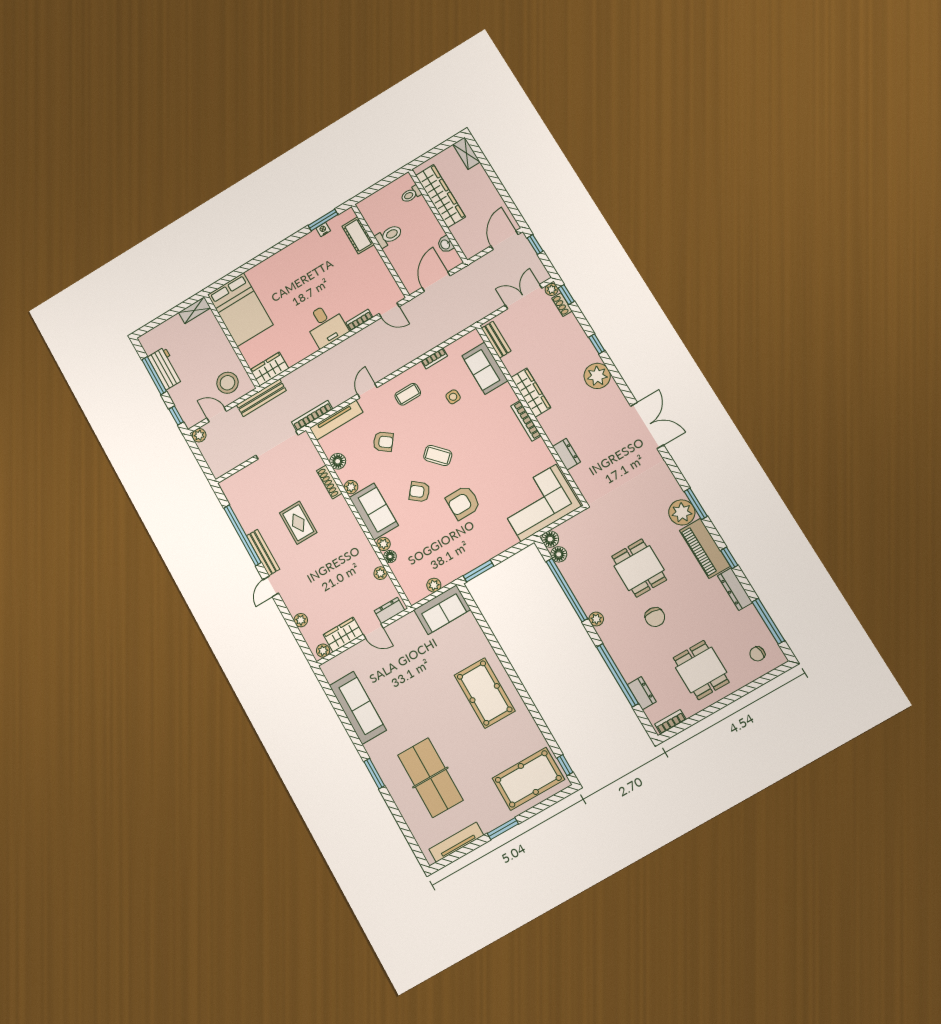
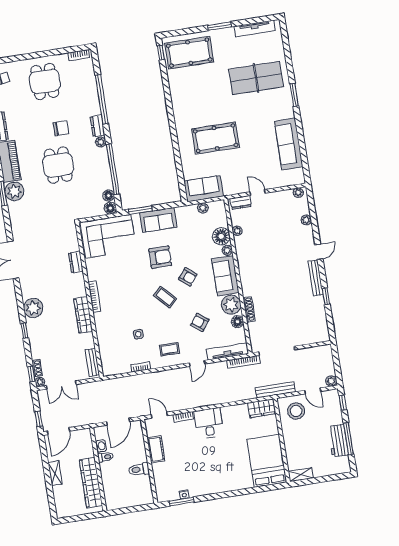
shelving: (466, 153) -> (55, 473), moved
toilet: (411, 194) -> (105, 457), moved
cot: (358, 235) -> (156, 449), moved
sofa: (485, 368) -> (158, 220), moved, turned 90
plant: (351, 487) -> (231, 305), width x1.87, depth x1.87
rug: (298, 523) -> (282, 289), removed
window: (242, 535) -> (326, 296), width x0.32
floor lamp: (390, 557) -> (221, 236), width x1.89, depth x1.89
window: (478, 571) -> (140, 210), moved
chair: (655, 617) -> (61, 128), turned 85
wardrobe: (343, 635) -> (280, 198), removed
pool table: (485, 693) -> (216, 138), moved, turned 90
dresser: (642, 693) -> (97, 126), moved
table tennis table: (430, 778) -> (256, 78), turned 90

